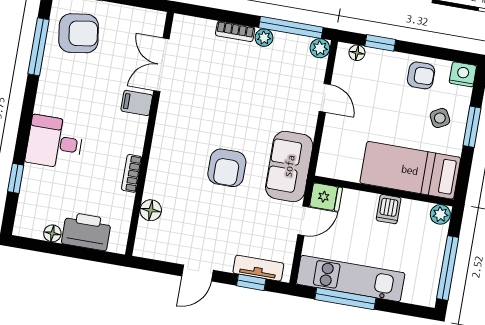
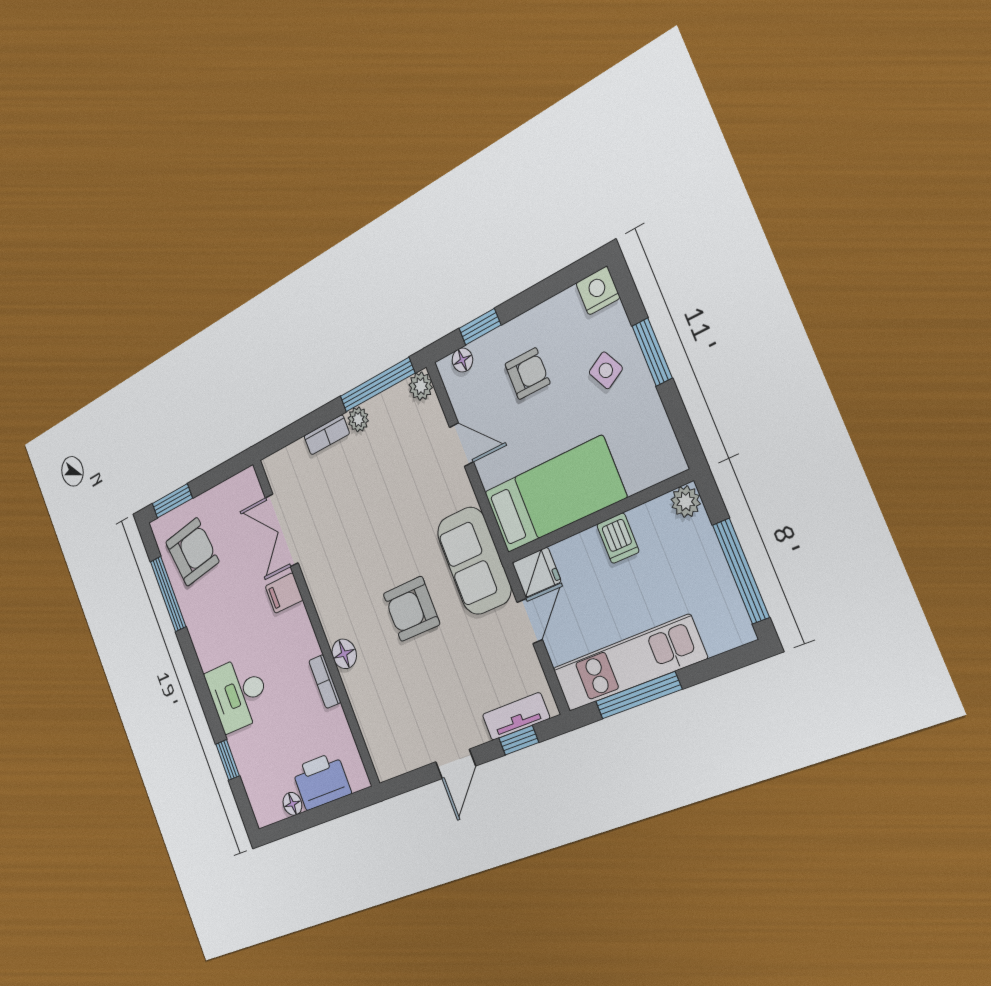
armchair: (421, 75) -> (527, 374), moved
armchair: (227, 168) -> (411, 609), turned 90
bed: (410, 170) -> (554, 495), moved, turned 180
floor lamp: (151, 210) -> (344, 654), moved

